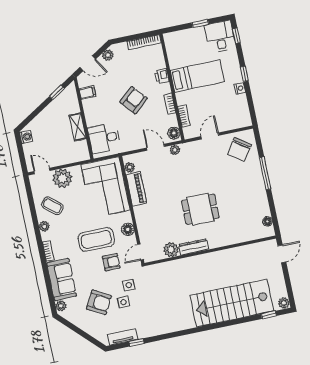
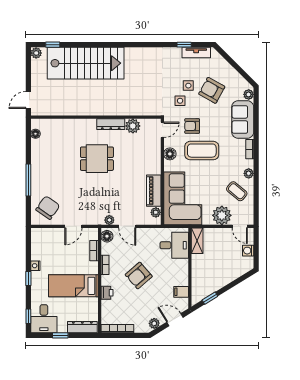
dresser: (180, 36) -> (82, 327), added
shelving: (78, 127) -> (197, 241), moved
washing machine: (26, 137) -> (248, 251), moved

